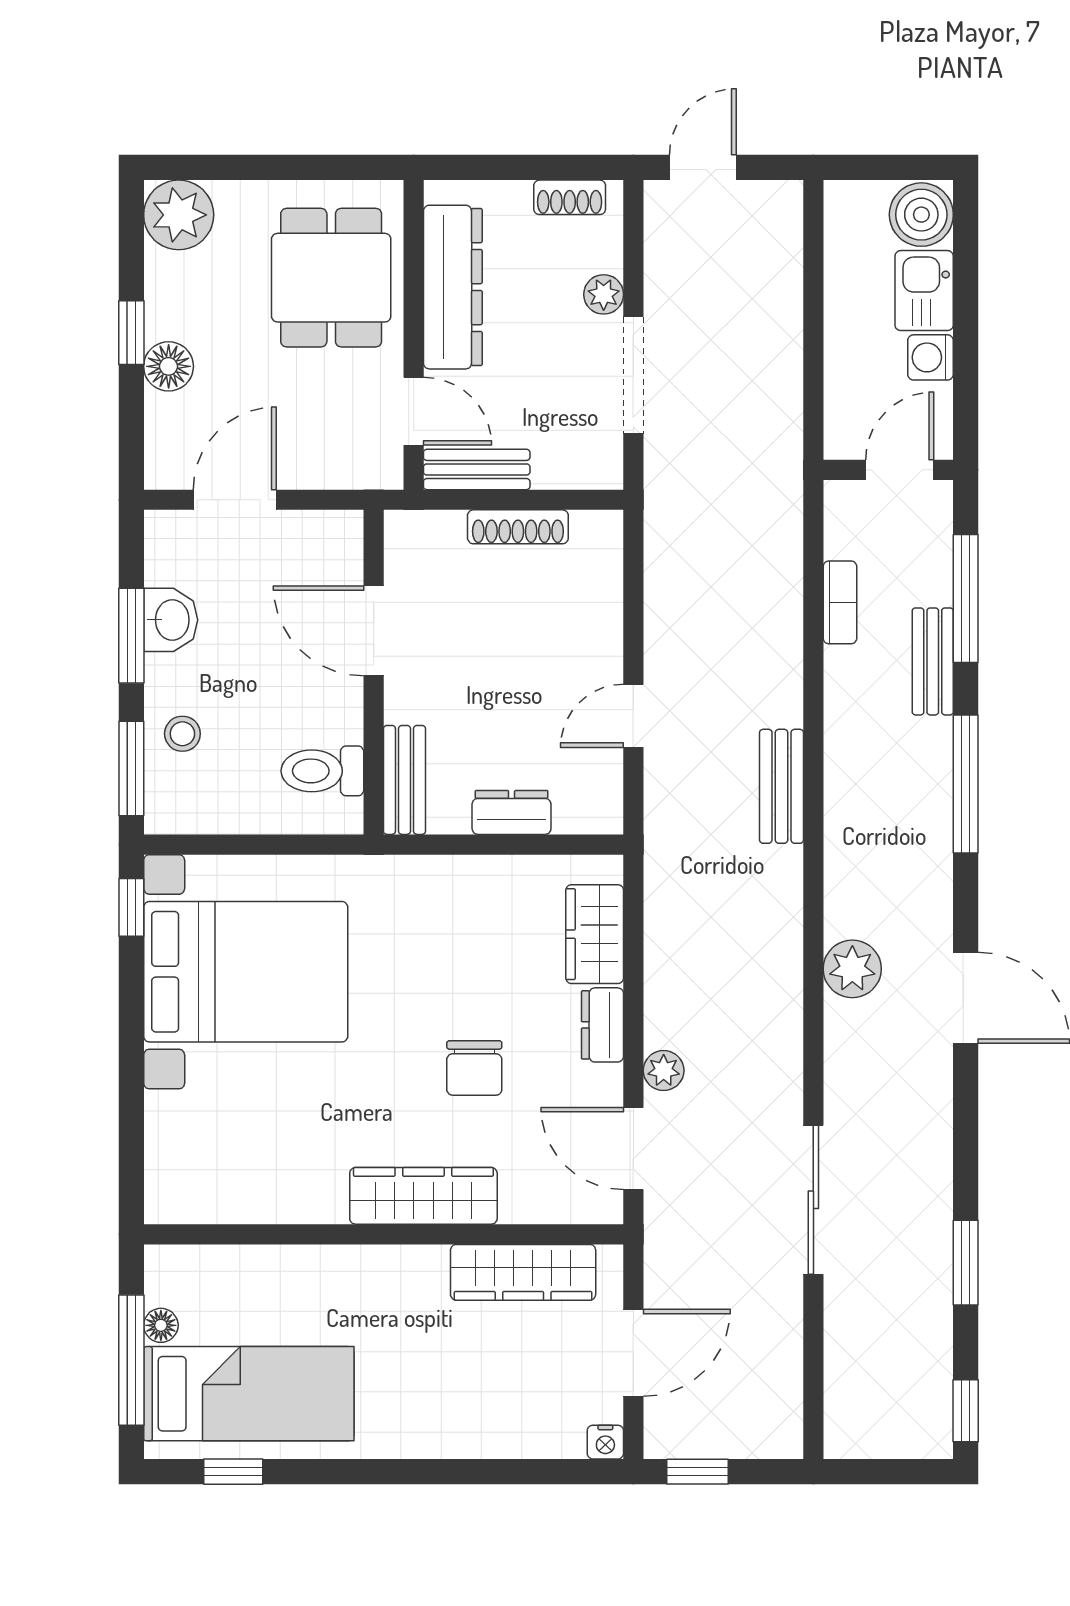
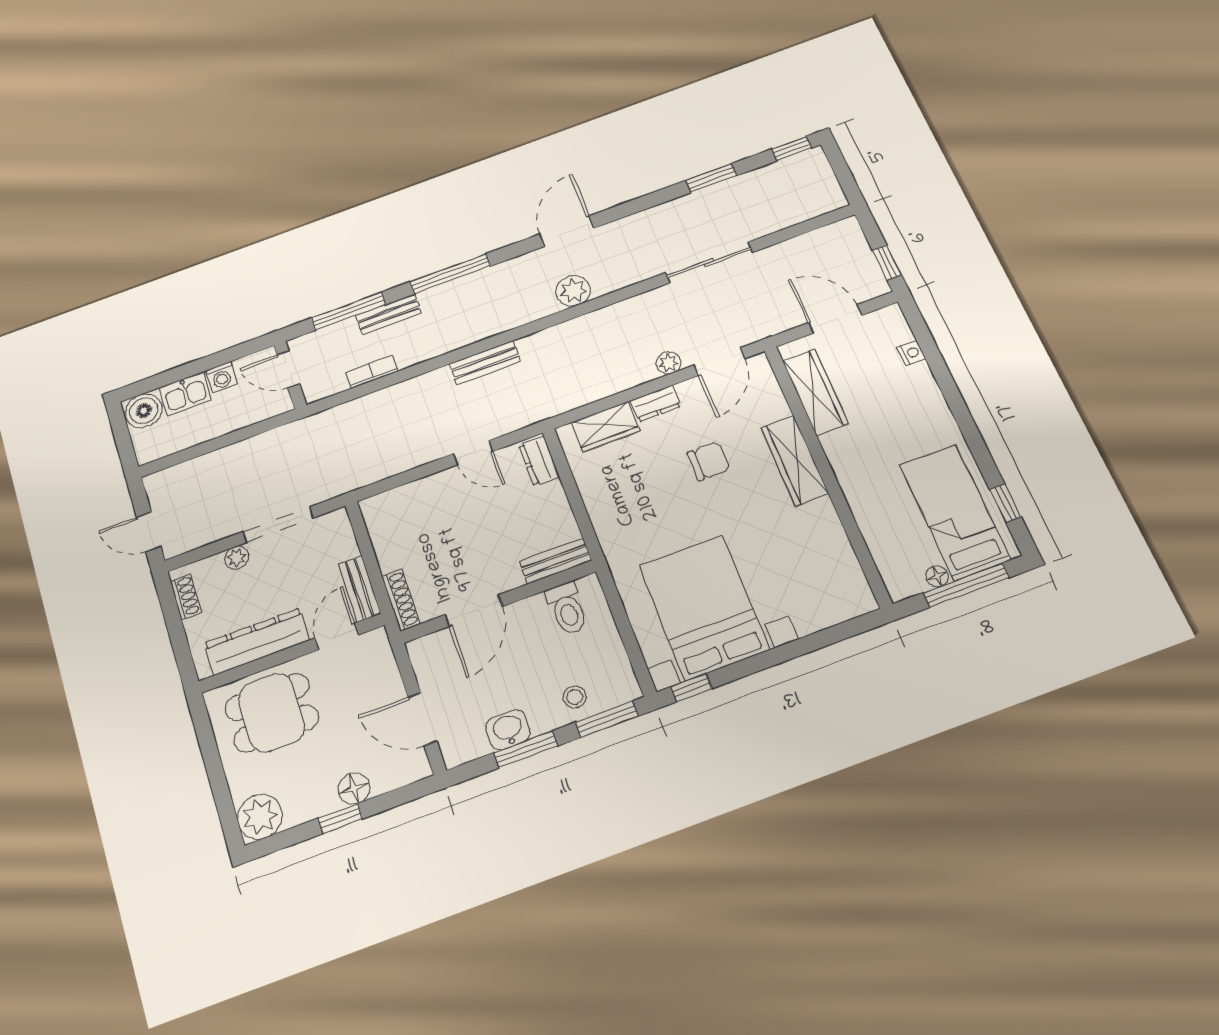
shoe rack: (518, 527) -> (401, 600), moved
dresser: (512, 812) -> (539, 461), moved
nightstand: (605, 1442) -> (911, 353), moved

